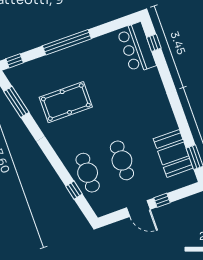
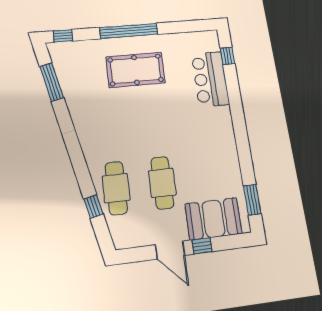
bar counter: (136, 48) -> (210, 79), moved
pool table: (66, 102) -> (135, 70), moved
booth: (173, 153) -> (213, 219), moved, turned 90

